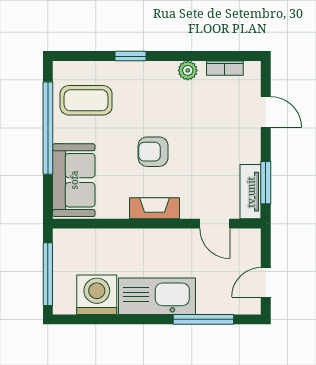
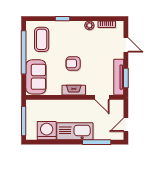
coffee table: (86, 100) -> (42, 39), turned 90
tv unit: (251, 192) -> (119, 77), width x1.41

